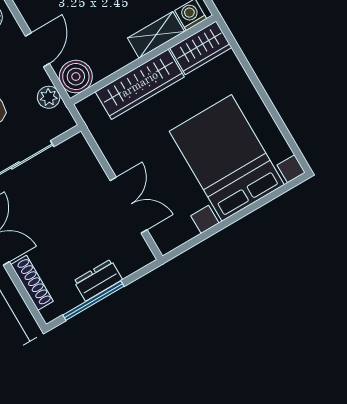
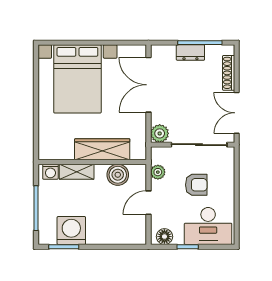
wardrobe: (201, 48) -> (56, 150), removed
boiler: (76, 77) -> (118, 175), moved
plant: (76, 150) -> (160, 133), added
double door: (129, 205) -> (148, 85), width x1.37

